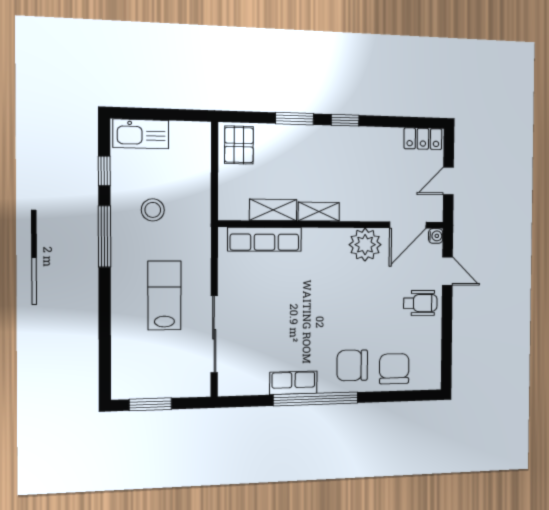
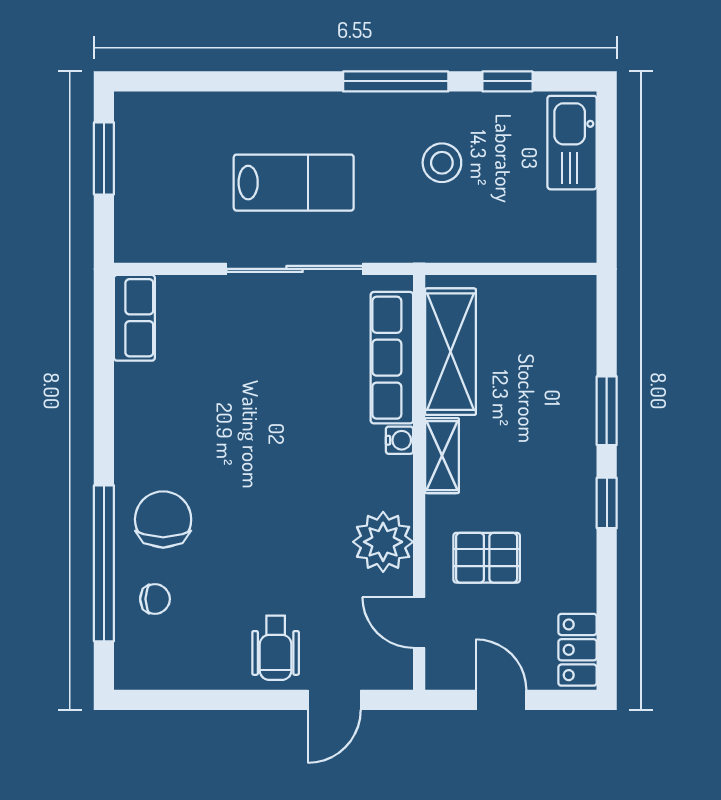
pallet: (239, 145) -> (487, 558), moved
shelving: (273, 210) -> (450, 352), width x1.50, depth x1.33
door: (408, 225) -> (419, 623), width x0.73
water cooler: (436, 236) -> (400, 440), moved, turned -90
sliding door: (214, 334) -> (295, 269), moved
chair: (394, 369) -> (155, 599), width x0.54, depth x0.54
row of seats: (293, 383) -> (134, 318), moved
window: (316, 399) -> (104, 563), moved

